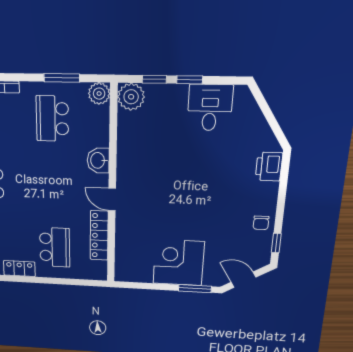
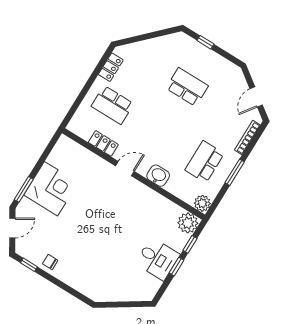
window: (62, 78) -> (235, 172), moved
desk: (210, 108) -> (157, 259), moved
school desk: (52, 119) -> (205, 162), turned -90
printer: (269, 167) -> (88, 287), removed
locker: (99, 236) -> (103, 143), width x0.66

